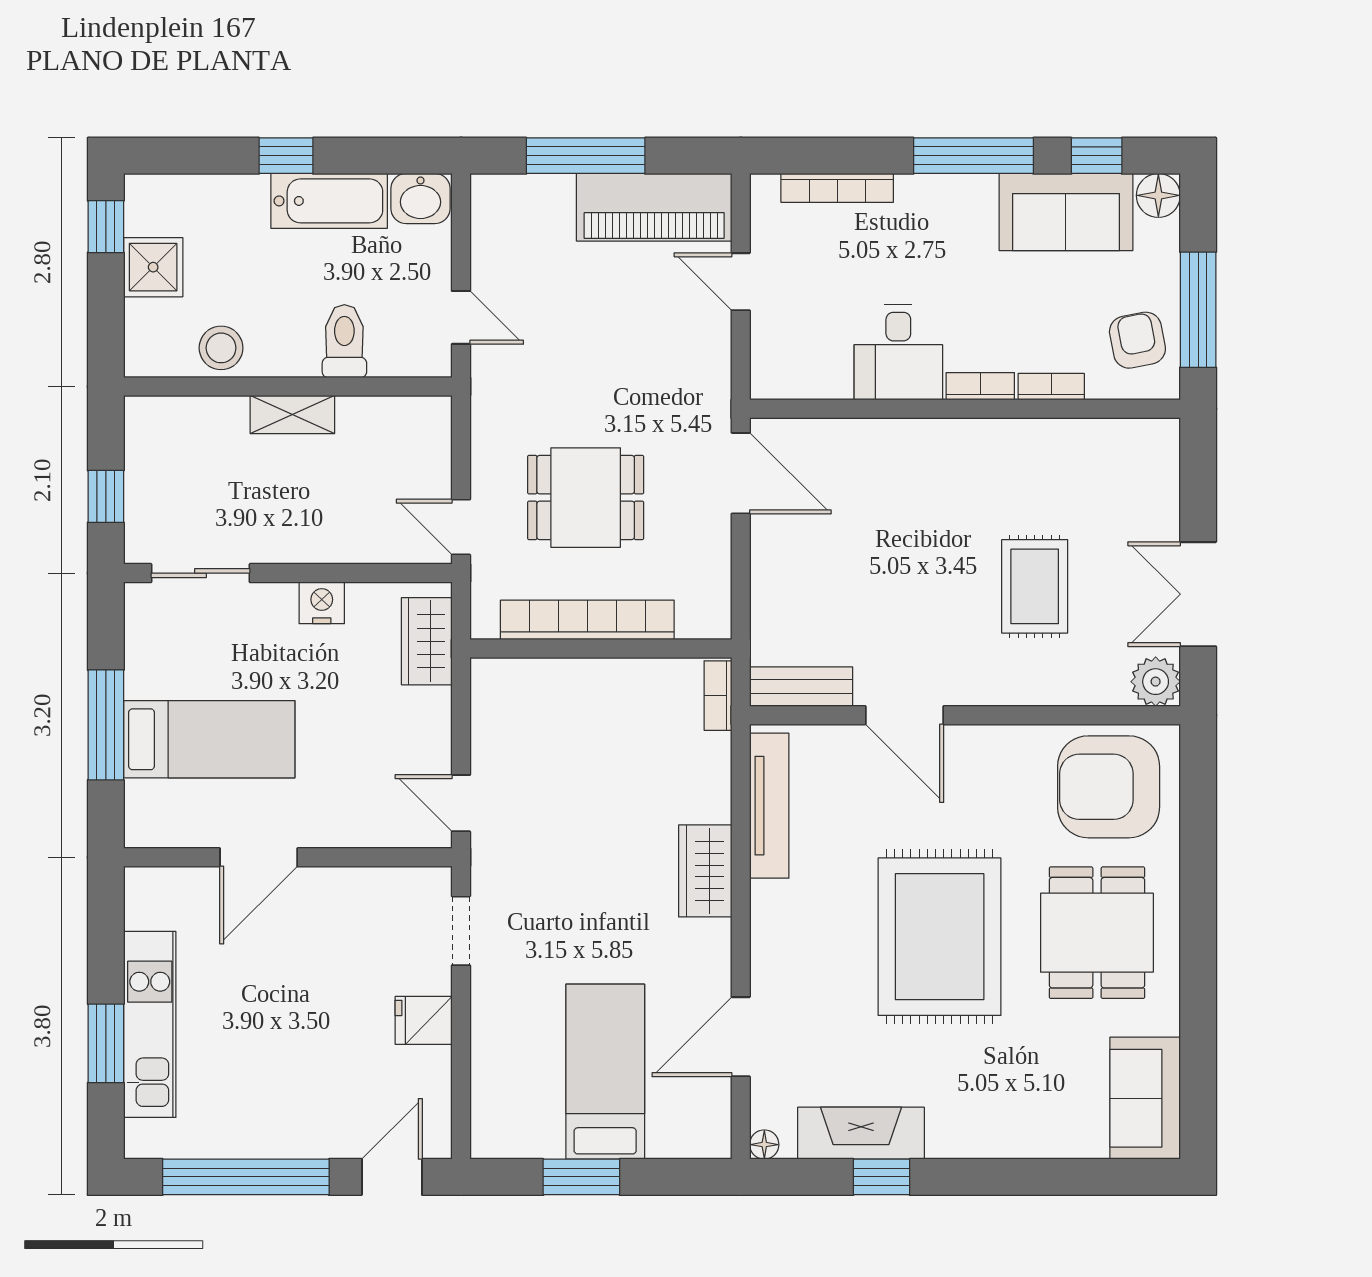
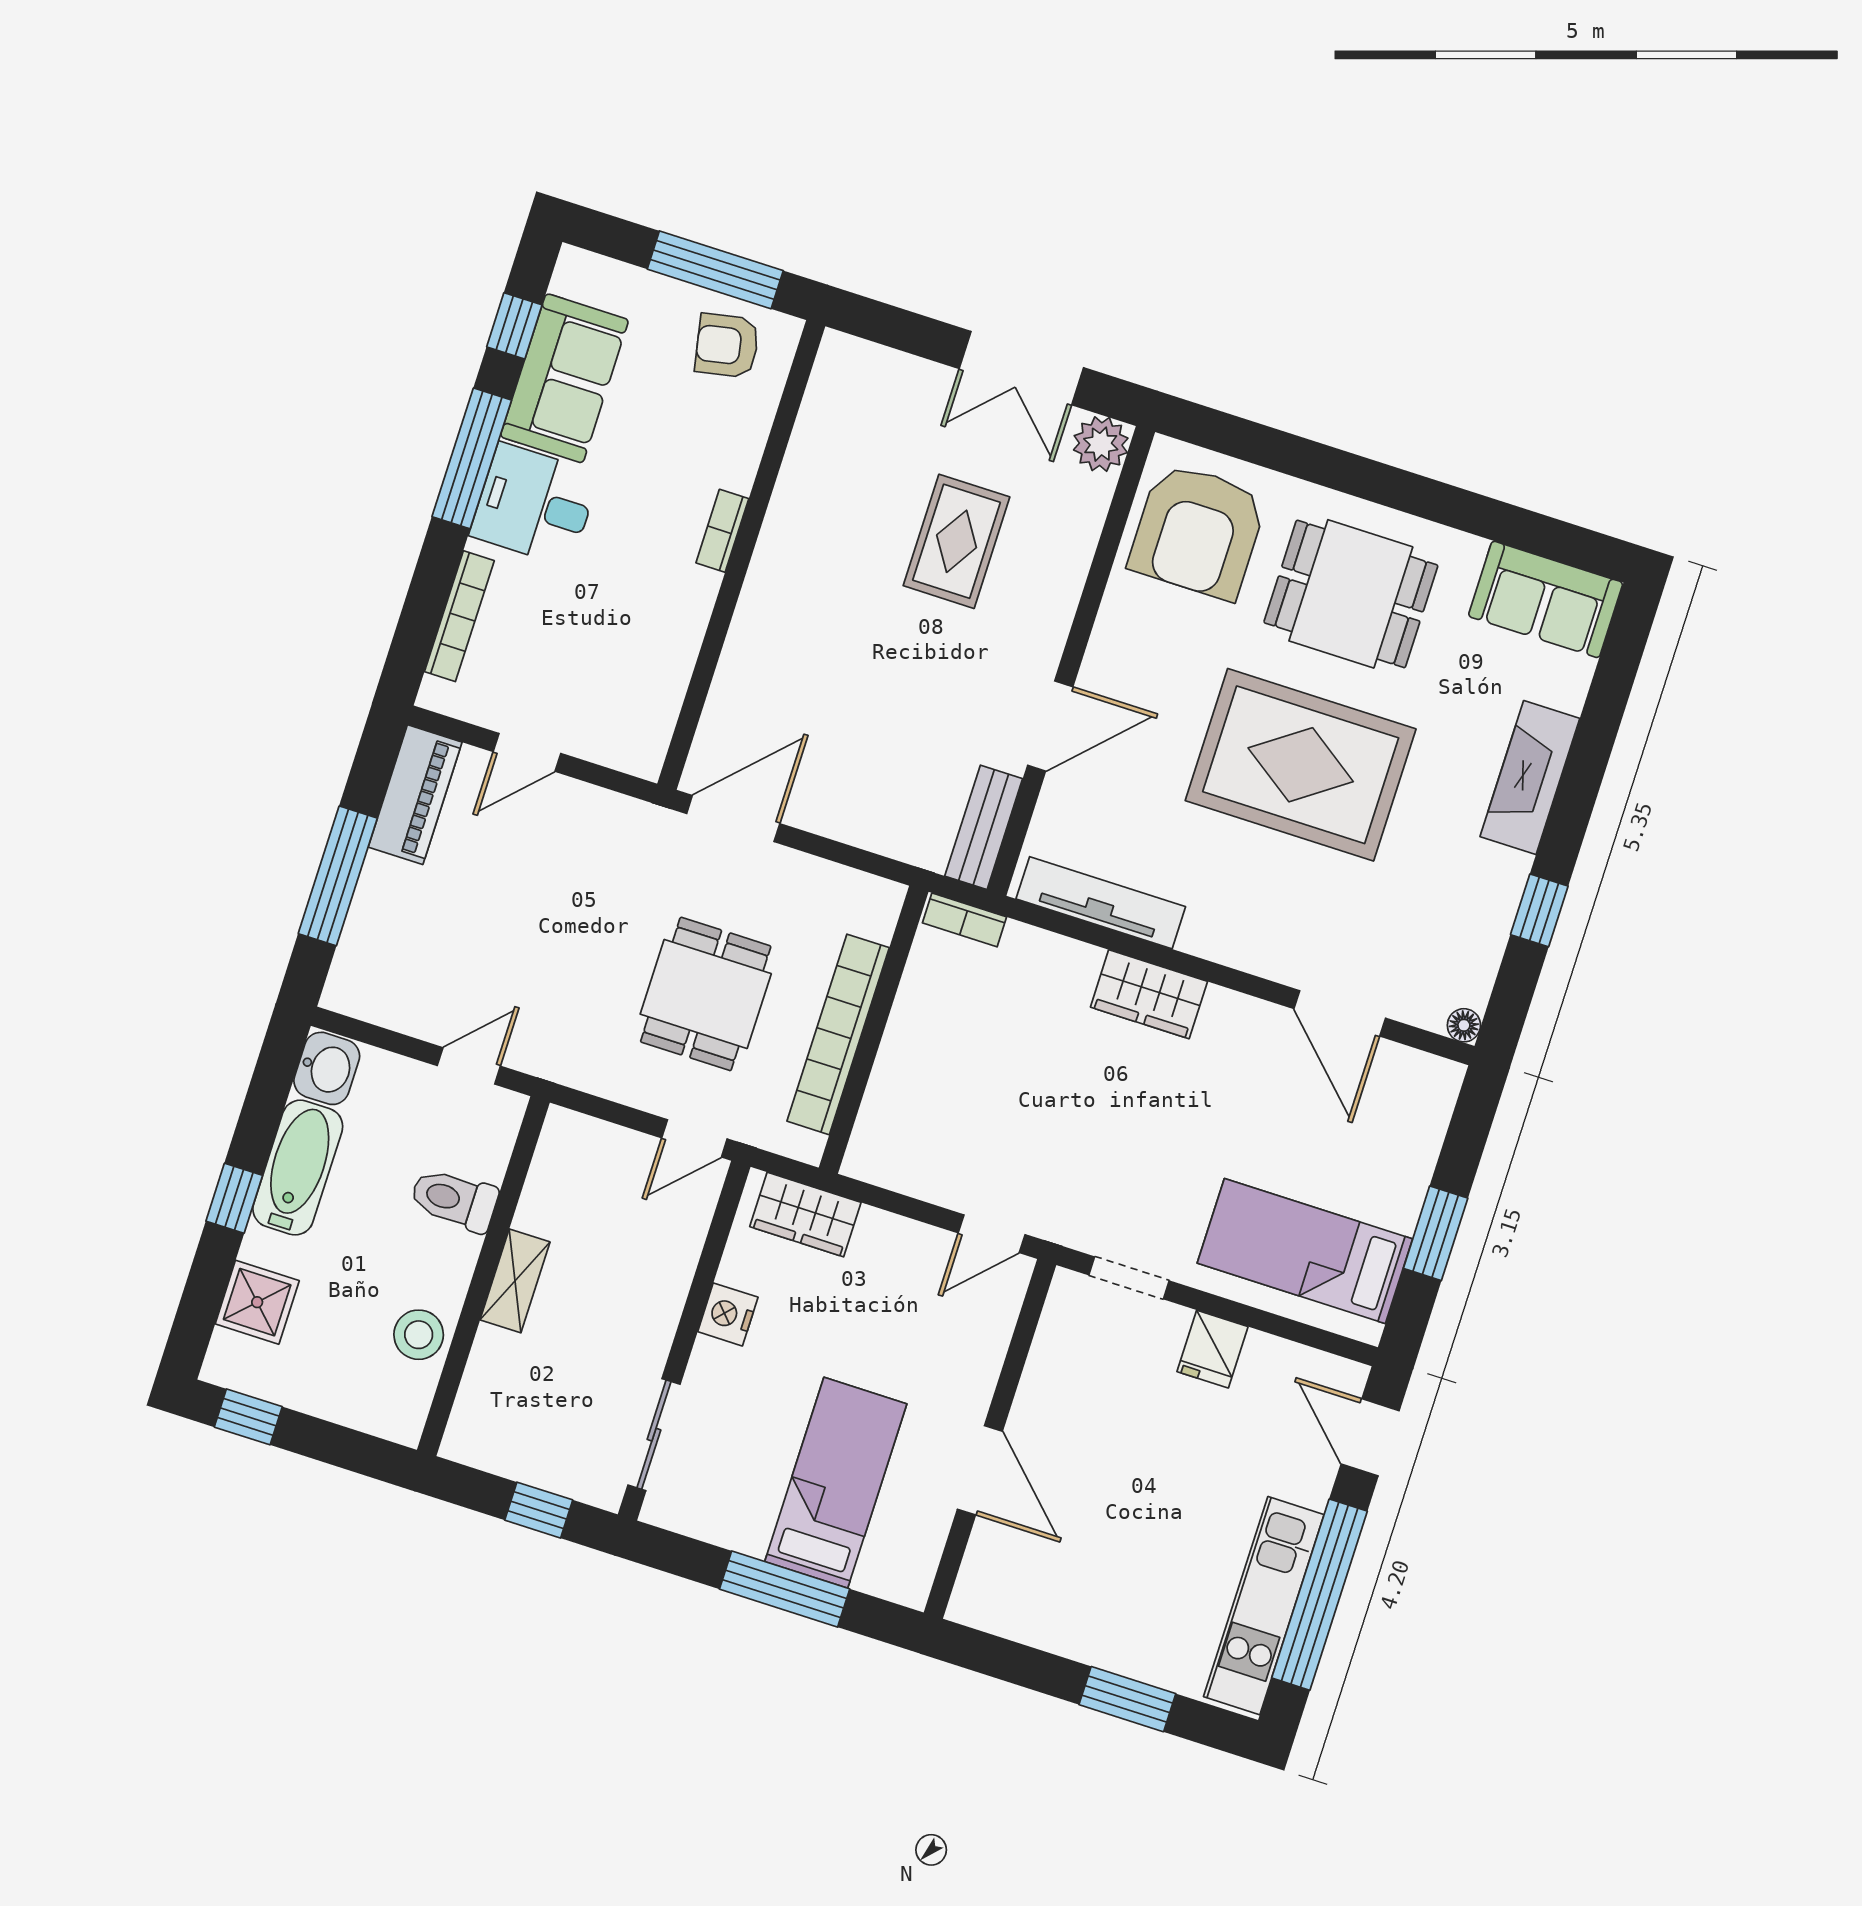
floor lamp: (1158, 195) -> (578, 273), removed
piano: (654, 207) -> (415, 795), width x0.73, depth x0.75
shower: (153, 267) -> (257, 1302), moved
desk: (898, 352) -> (535, 505), moved, turned 180
bookcase: (1051, 387) -> (747, 455), removed
rug: (1035, 586) -> (957, 541), turned 90
kitchen unit: (150, 1024) -> (1264, 1606), moved, turned -90
bed: (605, 1072) -> (1305, 1251), moved
fireplace: (861, 1133) -> (1530, 778), moved

